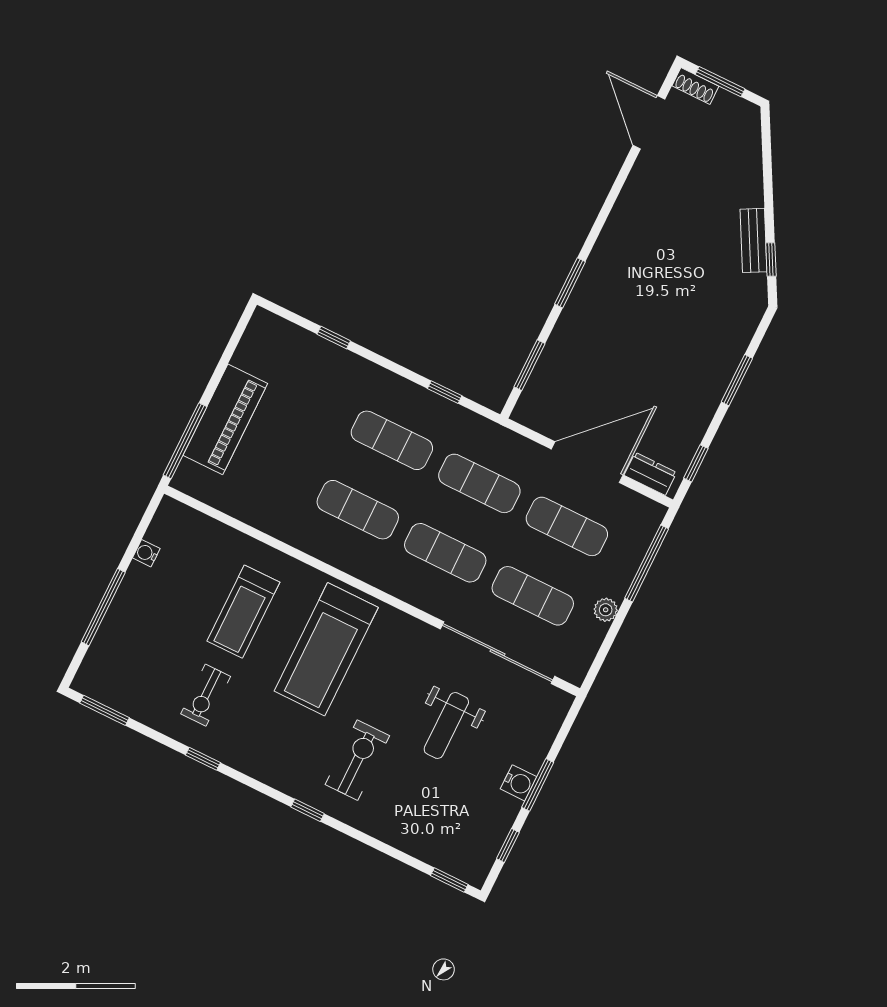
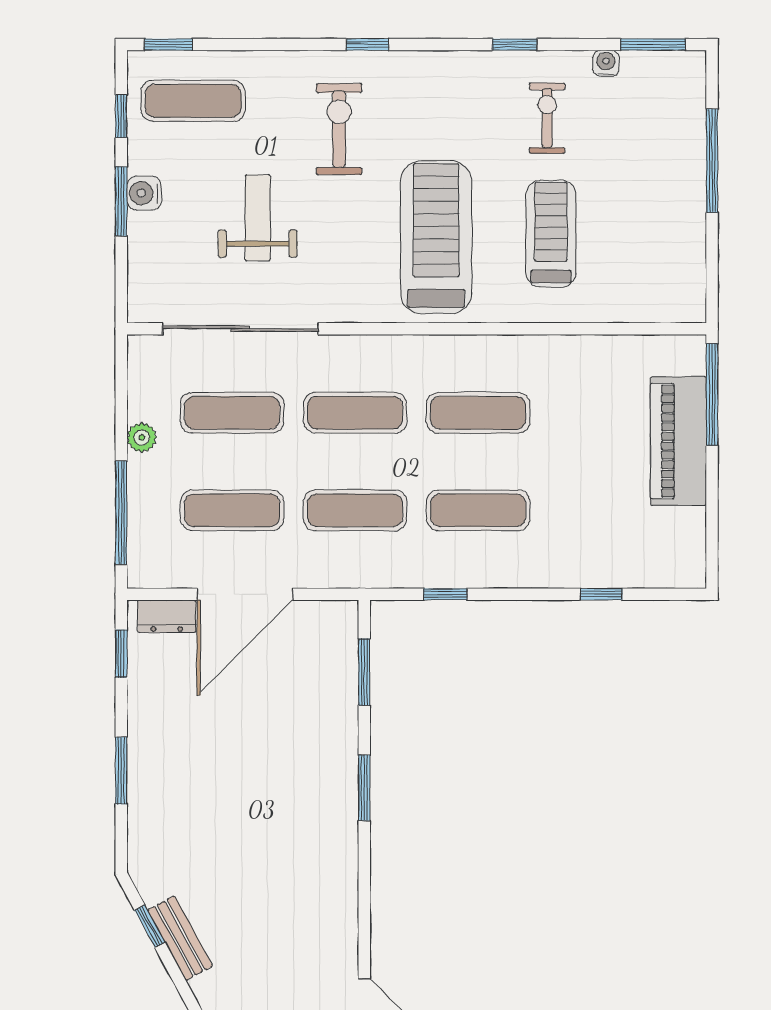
water cooler: (146, 553) -> (606, 63), moved, turned -90
exercise bike: (357, 760) -> (339, 129), turned 180
exercise mat: (451, 831) -> (193, 101), added

